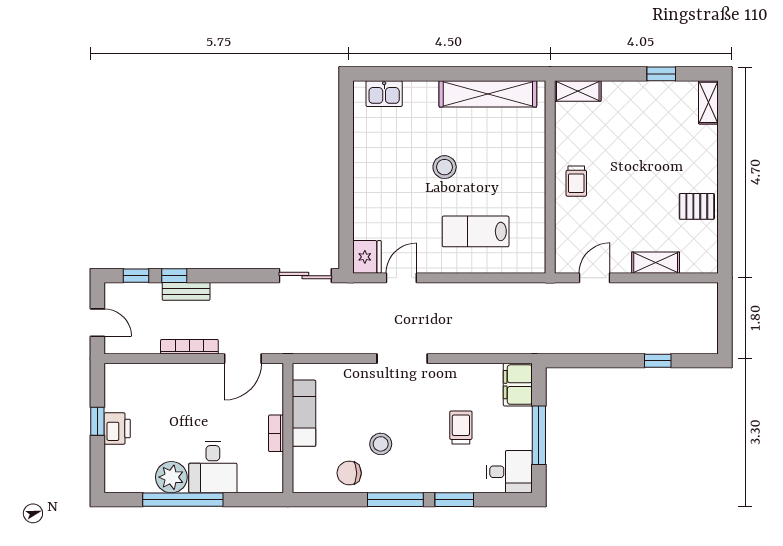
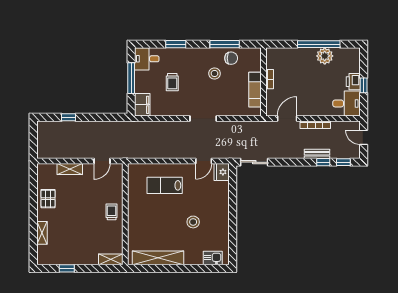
shelving: (708, 102) -> (42, 233), moved
stool: (445, 167) -> (193, 222), moved
pallet: (697, 206) -> (48, 199), turned 90
lab bench: (476, 231) -> (165, 185), turned 180
desk: (213, 467) -> (347, 103), moved, turned 90
window: (395, 500) -> (225, 44), moved

